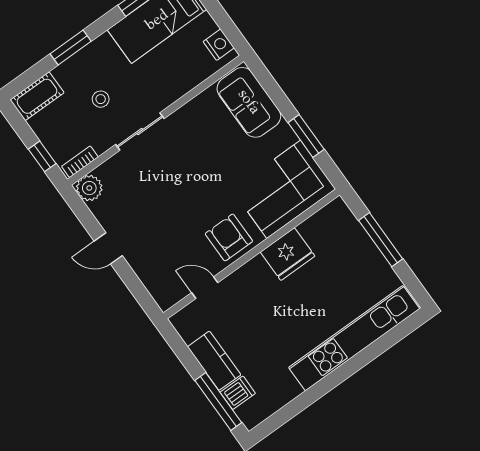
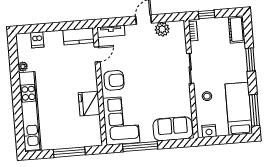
stool: (101, 99) -> (207, 96), moved
window: (306, 136) -> (140, 146), width x1.44
plant: (89, 188) -> (162, 29), moved
tv unit: (156, 288) -> (111, 31), added
kitchen counter: (214, 361) -> (78, 36), moved
plant: (292, 390) -> (23, 67), added
window: (218, 401) -> (39, 28), removed

